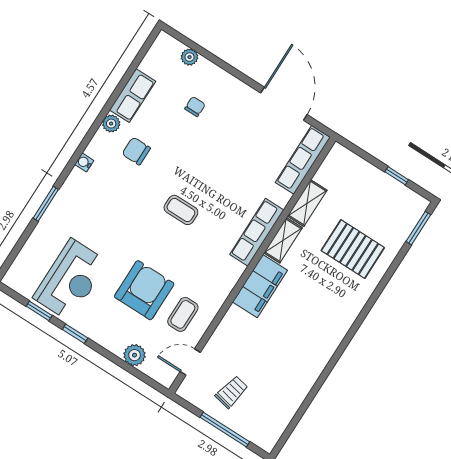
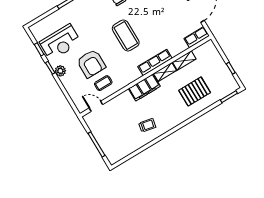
row of seats: (303, 160) -> (197, 37), width x0.68
coffee table: (181, 210) -> (126, 35), width x1.86, depth x1.72
pallet: (353, 249) -> (195, 91), turned 90
armchair: (144, 290) -> (91, 64), turned 90
plant: (134, 355) -> (60, 71), moved
trolley: (232, 392) -> (147, 125), moved

